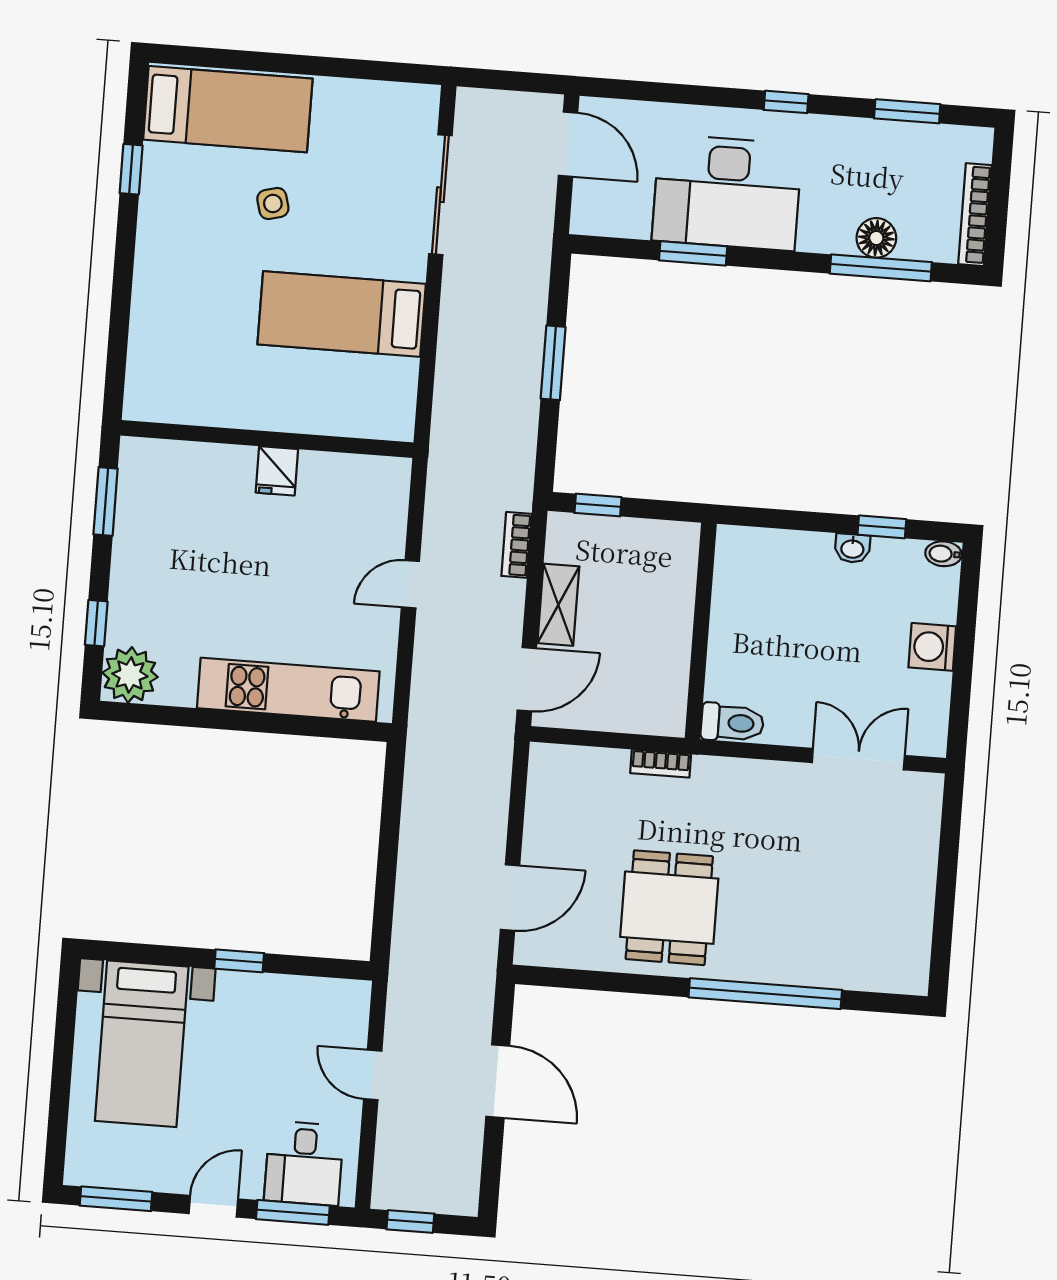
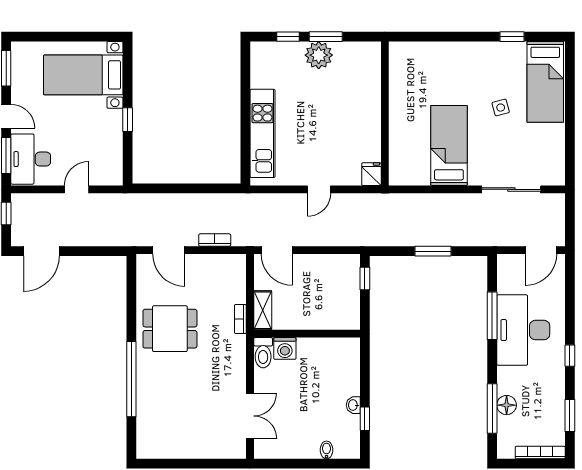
bookcase: (975, 215) -> (540, 453), moved
window: (693, 253) -> (492, 316), width x1.44
fridge: (277, 471) -> (371, 174), moved, turned 90
window: (106, 502) -> (326, 37), moved
bookcase: (517, 545) -> (215, 240), moved
bidet: (944, 554) -> (327, 450), moved
door: (410, 584) -> (319, 189), swing flipped
shelving: (558, 605) -> (263, 310), moved, turned 90
washing machine: (932, 647) -> (285, 348), moved, turned 180
plant: (130, 675) -> (319, 55), moved
door: (498, 1081) -> (41, 251), moved
desk: (304, 1163) -> (31, 159), width x1.37

